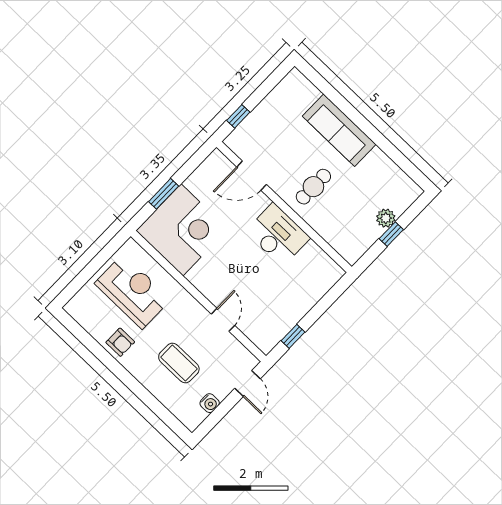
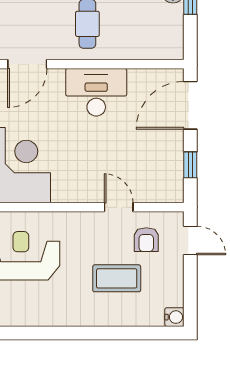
door: (329, 299) -> (190, 105), added
armchair: (120, 342) -> (146, 240), moved, turned 90
water cooler: (210, 403) -> (174, 317), moved

